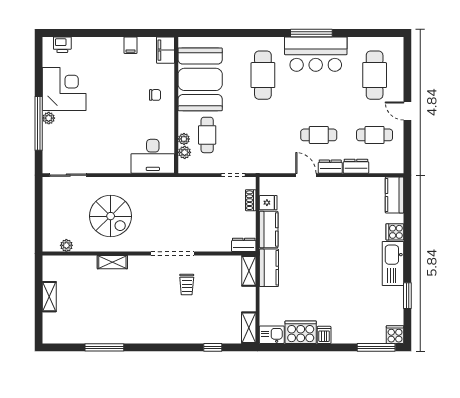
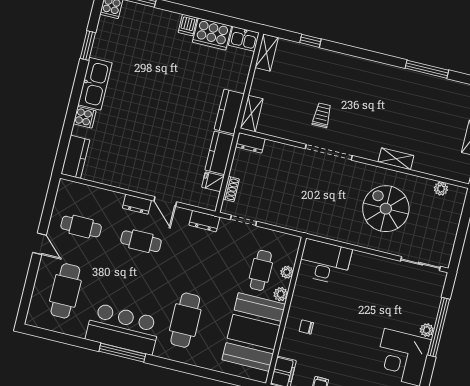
plant: (185, 152) -> (281, 294), moved
dresser: (356, 166) -> (204, 221), moved

